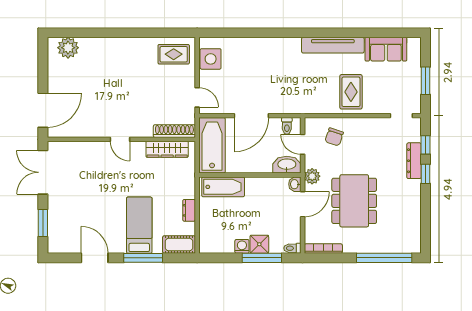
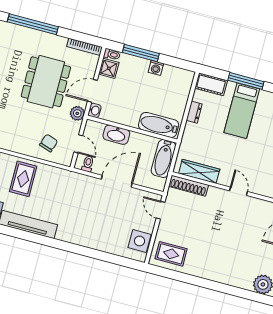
bathtub: (212, 145) -> (163, 158), width x0.73, depth x0.73
washbasin: (287, 165) -> (116, 135), moved
shower: (259, 244) -> (109, 68), moved

